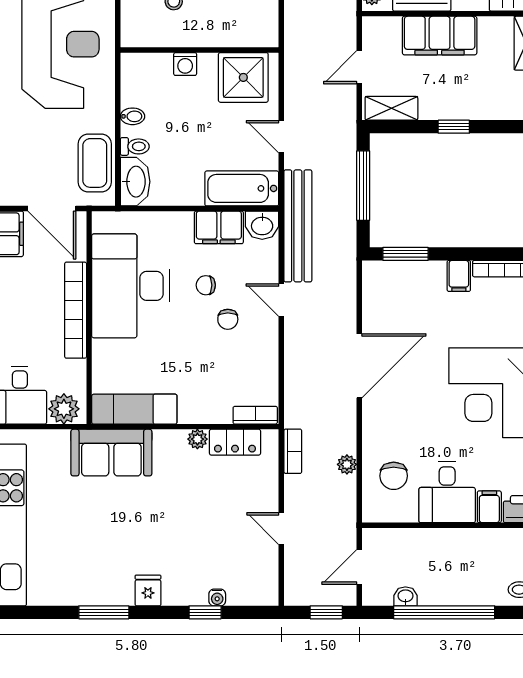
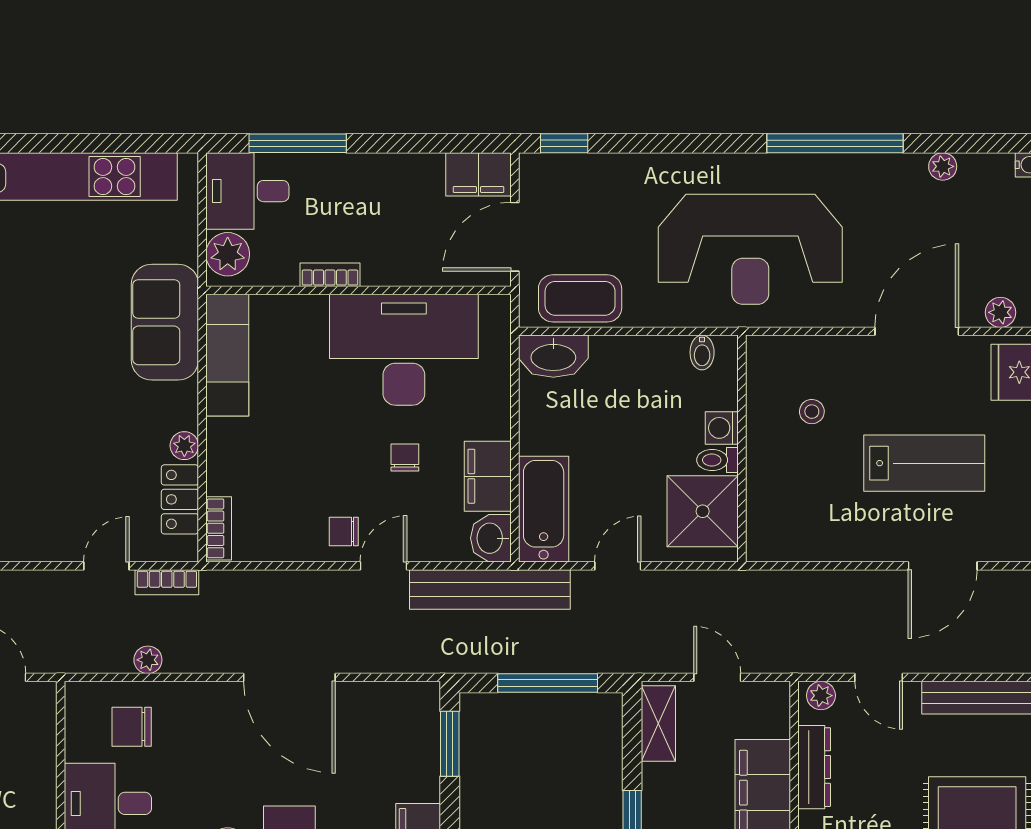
bidet: (133, 116) -> (702, 352), moved
toilet: (135, 146) -> (718, 460), moved, turned 90
bookcase: (76, 310) -> (330, 275), width x0.43, depth x0.76
chair: (228, 319) -> (344, 532), moved
door: (281, 529) -> (106, 566), moved

